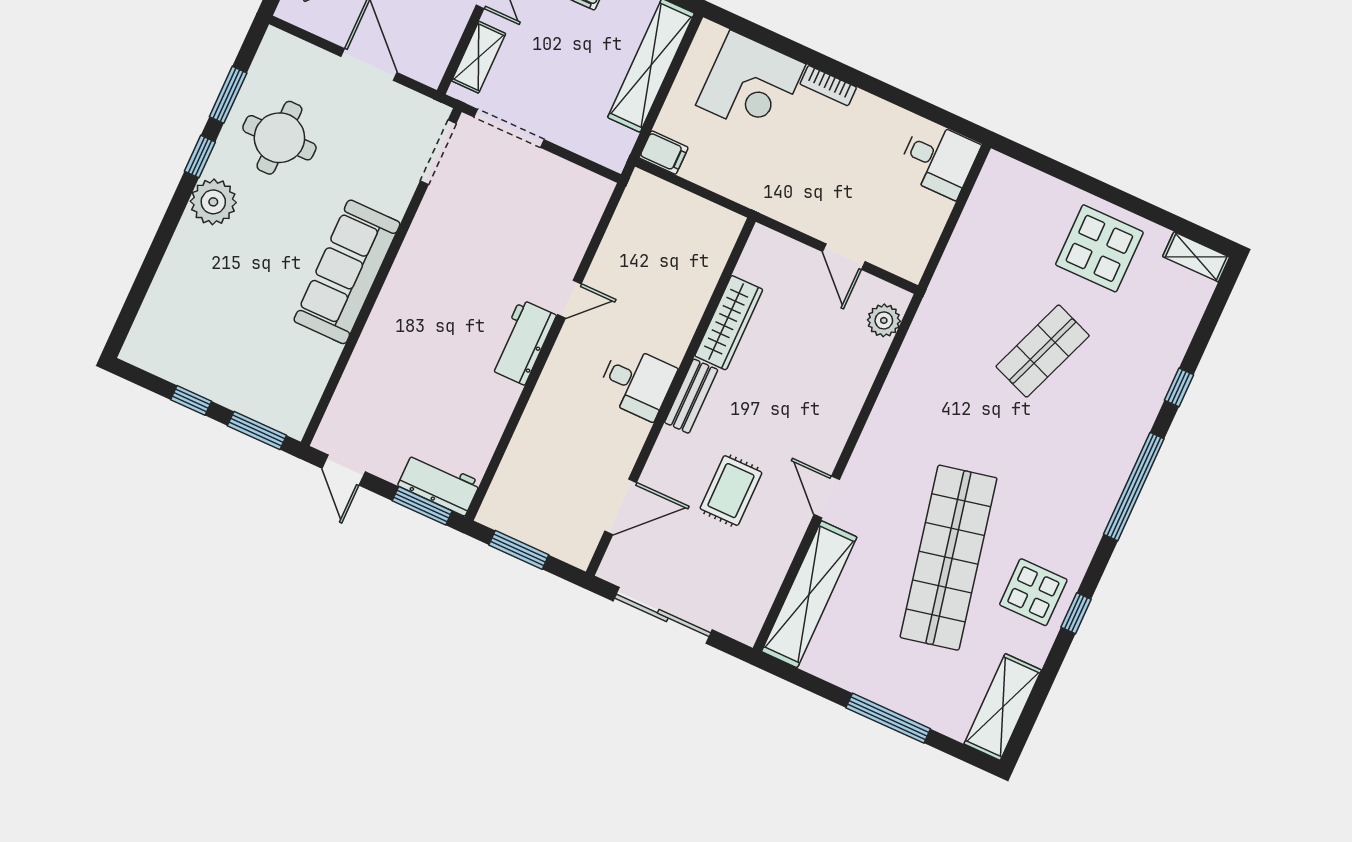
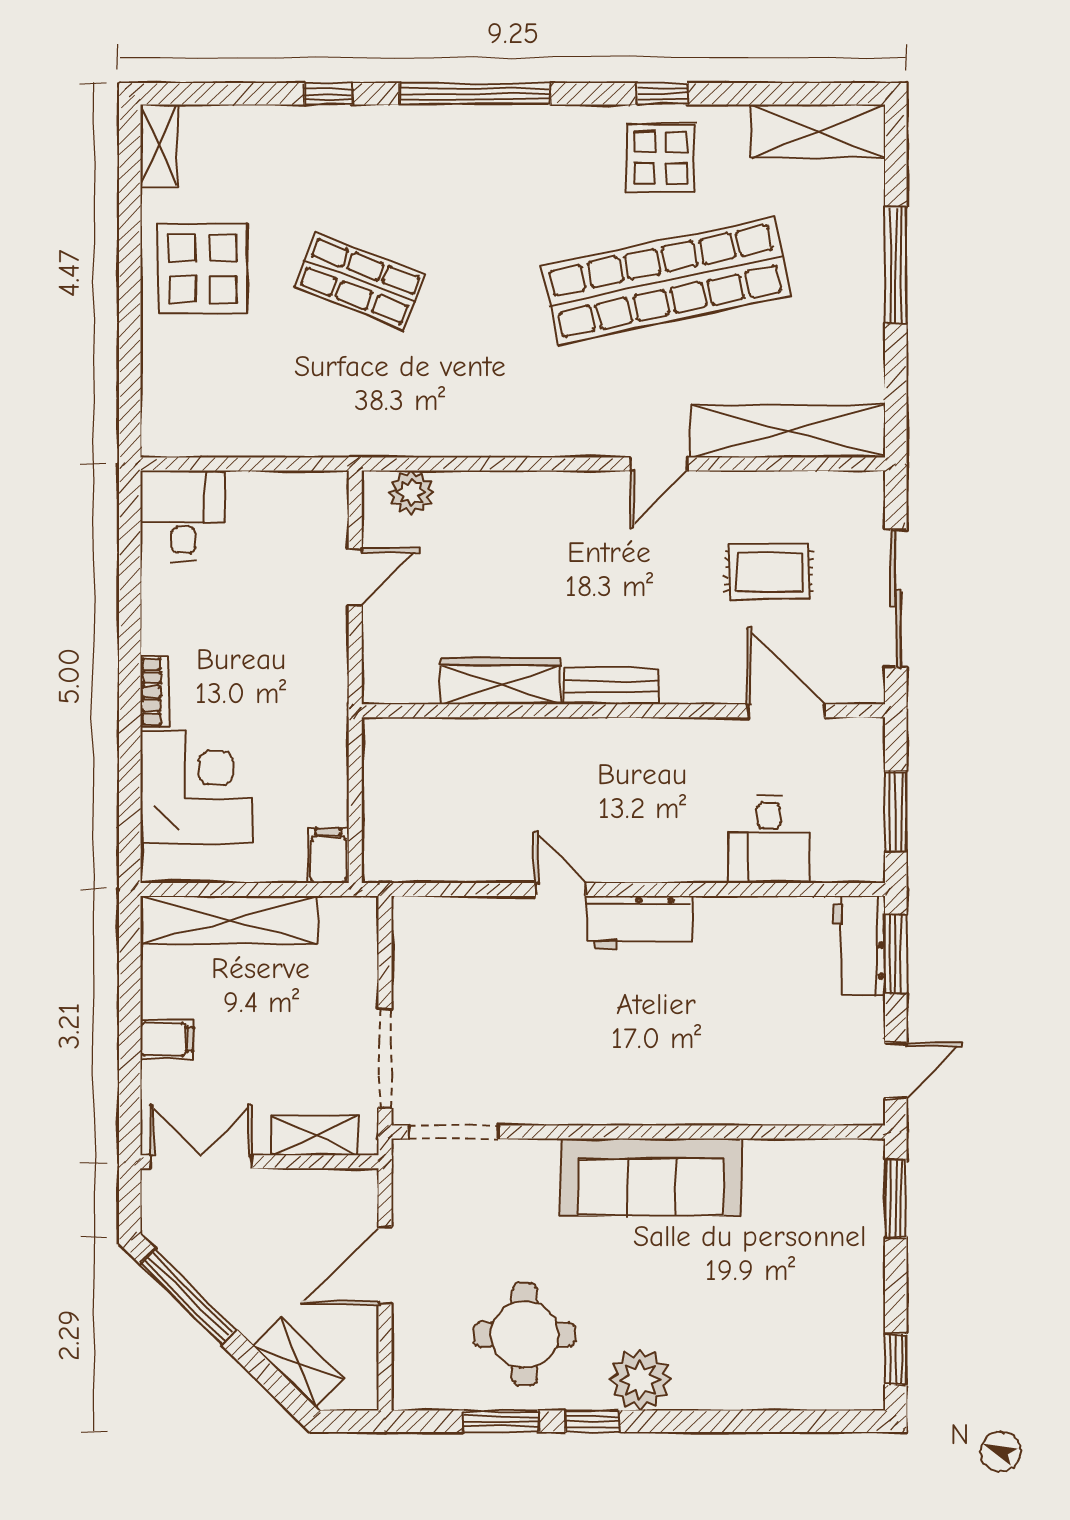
desk: (637, 382) -> (769, 839), moved, turned 180
window: (191, 400) -> (896, 1360), moved
rug: (731, 491) -> (769, 572), moved

